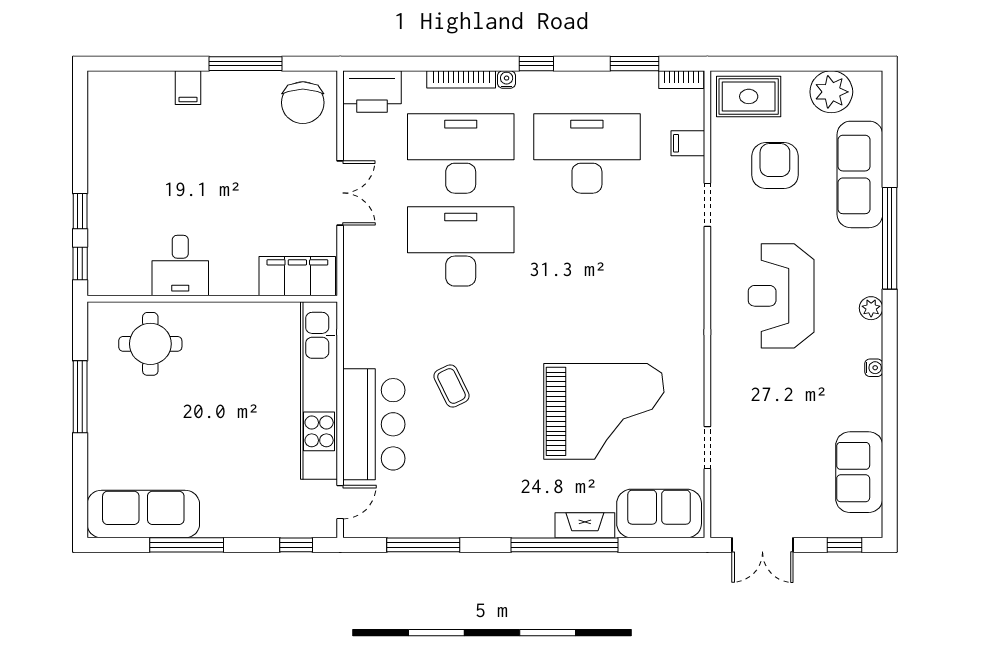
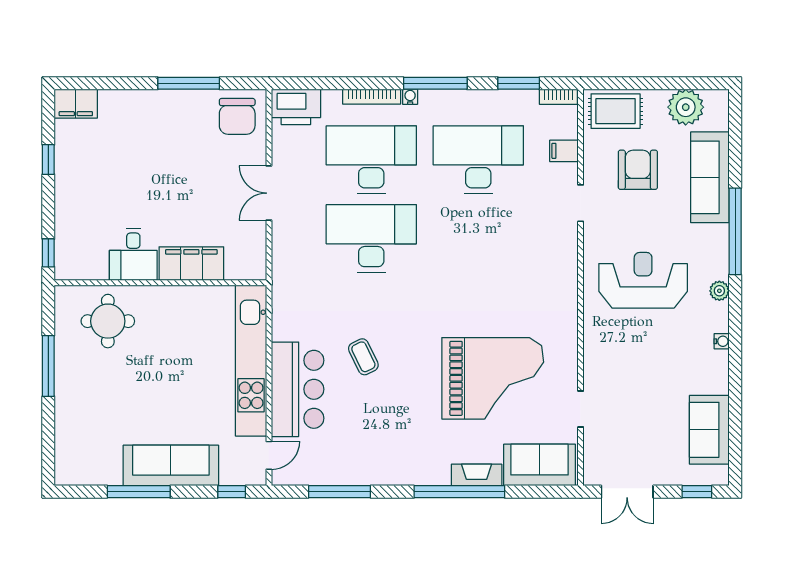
window: (536, 64) -> (435, 83), width x2.17
filing cabinet: (188, 88) -> (76, 104), moved, width x2.00
double door: (340, 193) -> (269, 193), swing flipped
window: (80, 211) -> (48, 160), moved
filing cabinet: (297, 276) -> (191, 264), moved
reception desk: (781, 296) -> (643, 280), turned 90
sofa: (143, 514) -> (171, 465), moved

